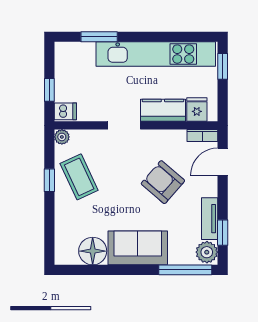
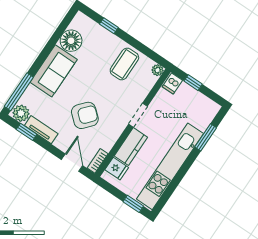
coffee table: (79, 177) -> (124, 64), turned -65
window: (49, 180) -> (109, 26), moved

